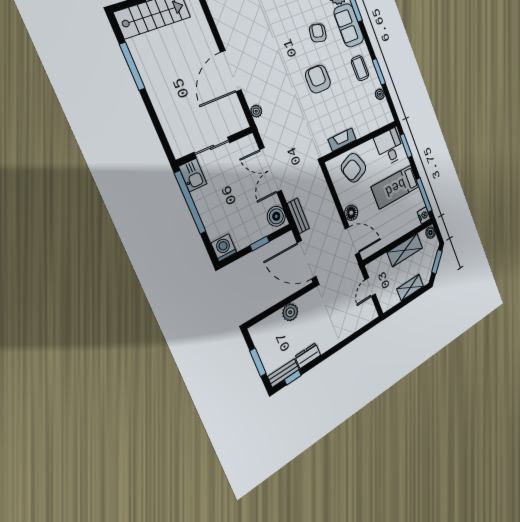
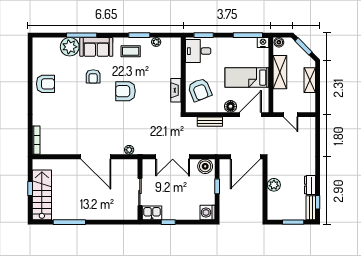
armchair: (318, 33) -> (93, 76), turned -102
bed: (395, 187) -> (247, 78), moved, turned 90
window: (190, 202) -> (168, 222), width x0.32
bench: (298, 216) -> (210, 122), moved

